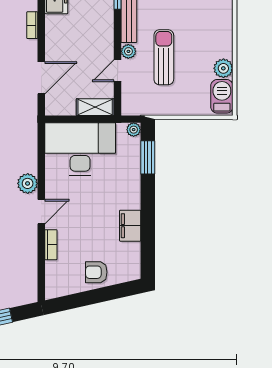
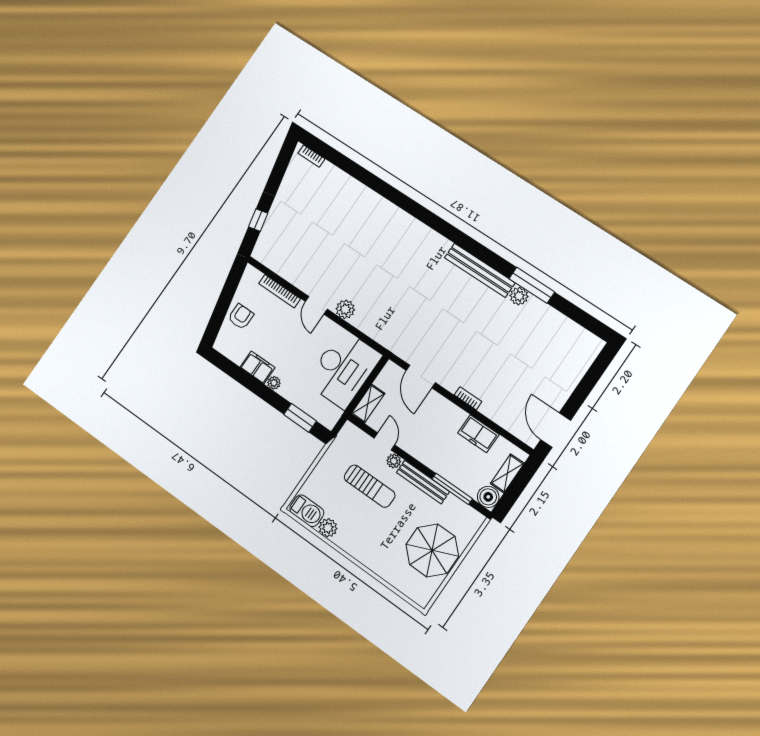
plant: (134, 130) -> (274, 383), moved
bookcase: (51, 245) -> (280, 291), width x1.56

